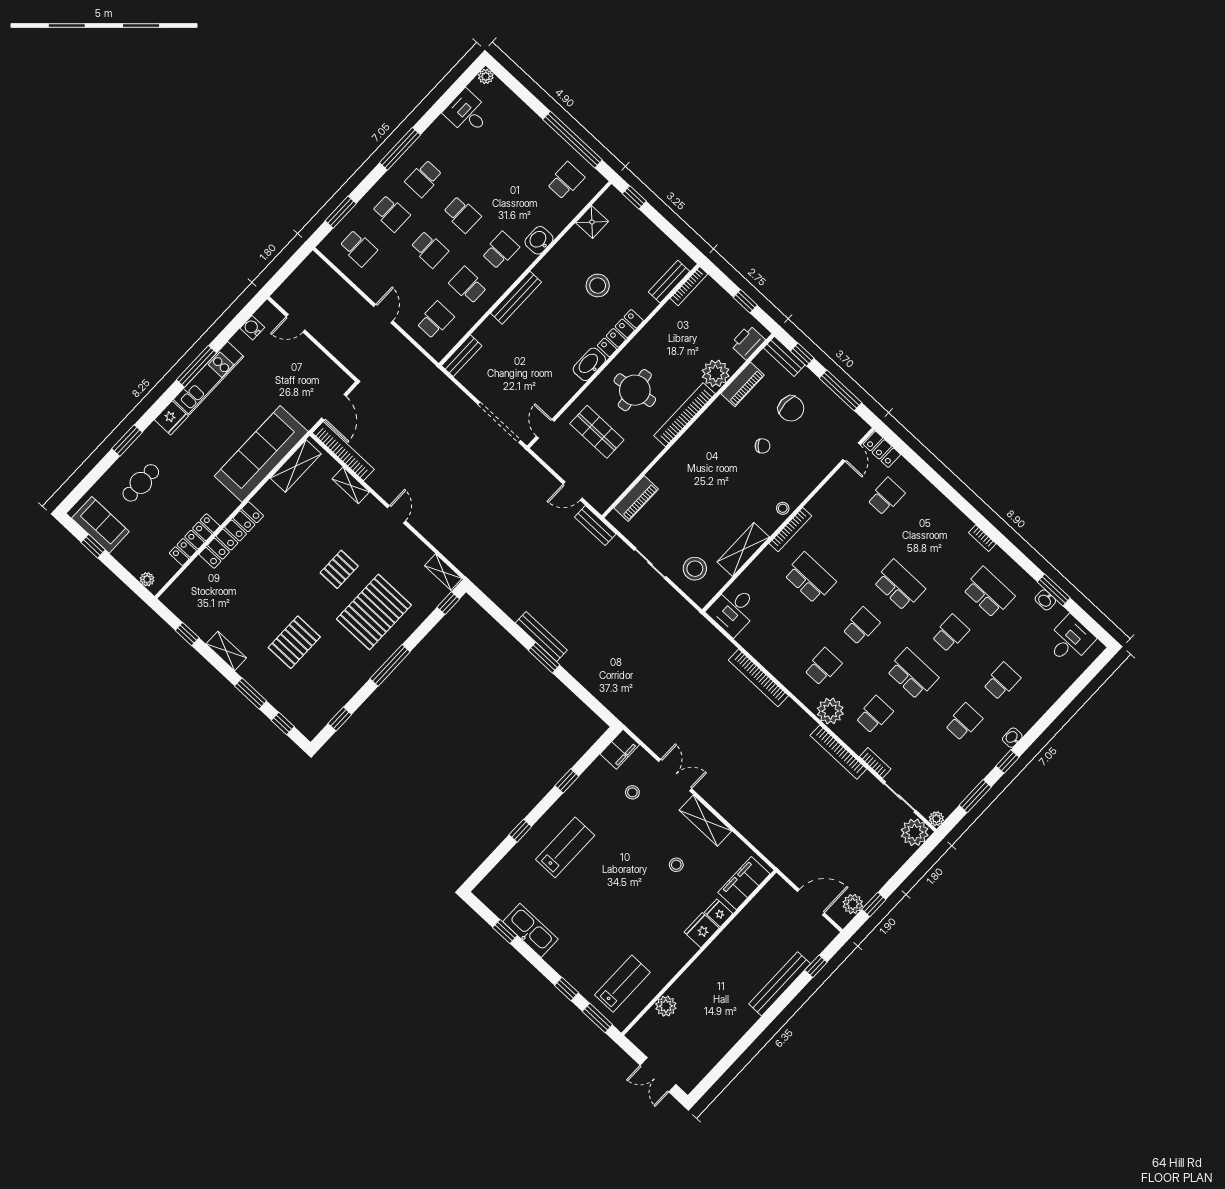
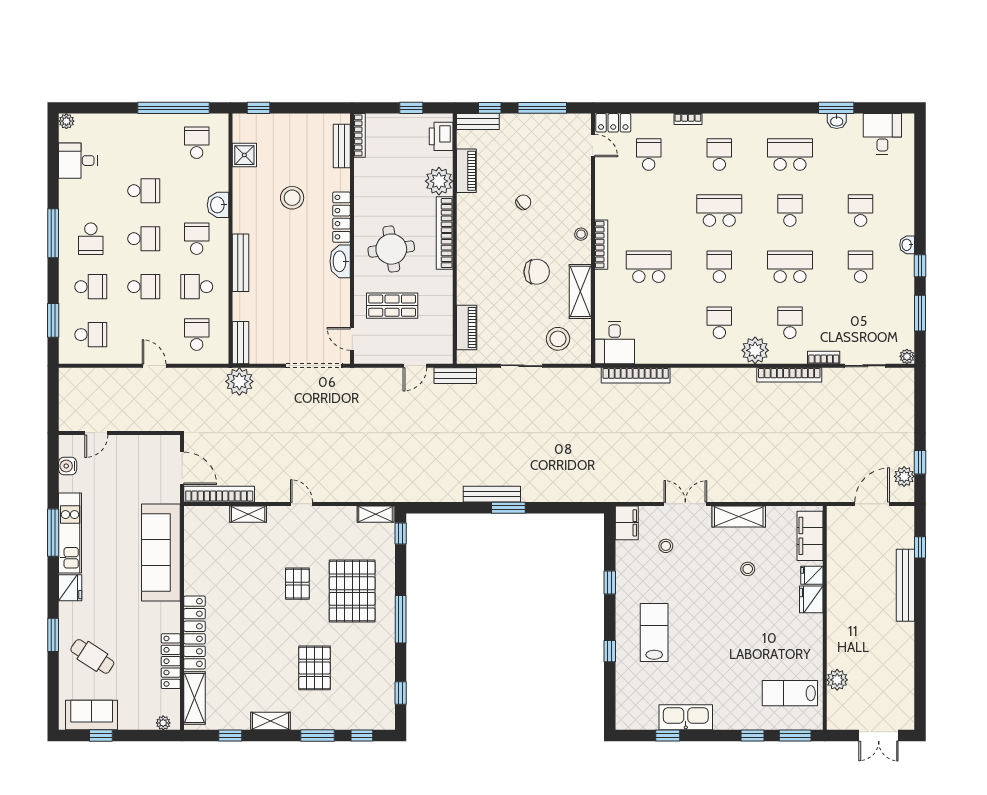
school desk: (495, 180) -> (144, 191), added
chair: (791, 409) -> (537, 272), moved
shelving: (296, 466) -> (194, 698), moved
cafe table: (141, 483) -> (92, 656), turned -57
bookcase: (982, 538) -> (688, 119), moved
school desk: (937, 545) -> (719, 155), added
bookcase: (758, 678) -> (636, 375), moved
plant: (915, 832) -> (239, 381), moved
lab bench: (622, 984) -> (790, 693), turned -90

